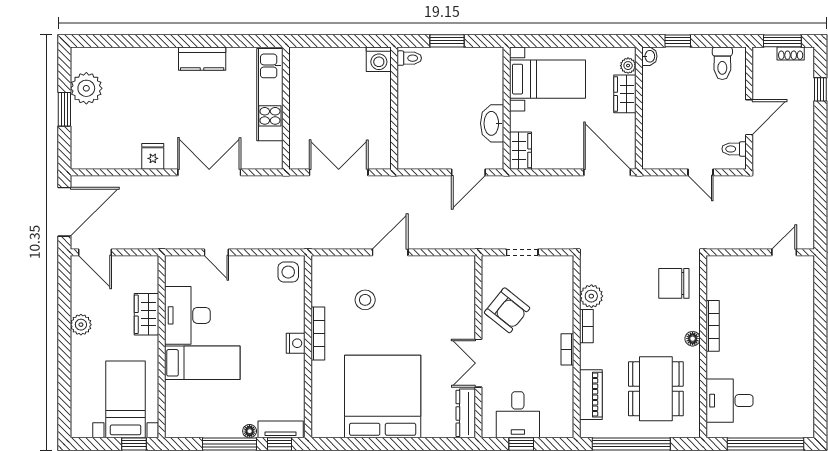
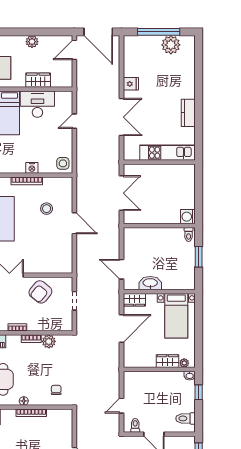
window: (64, 109) -> (159, 32), width x2.11
door: (607, 172) -> (122, 328), moved
chair: (674, 283) -> (56, 390), width x0.54, depth x0.54
nightstand: (296, 343) -> (32, 168), moved

